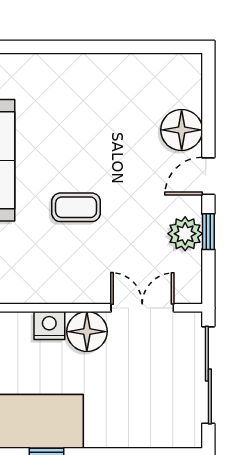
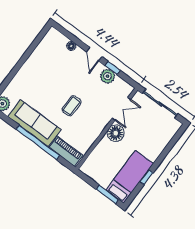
floor lamp: (182, 130) -> (71, 46), width x0.53, depth x0.53
double door: (142, 308) -> (122, 109), swing flipped
nightstand: (49, 325) -> (104, 144), removed

